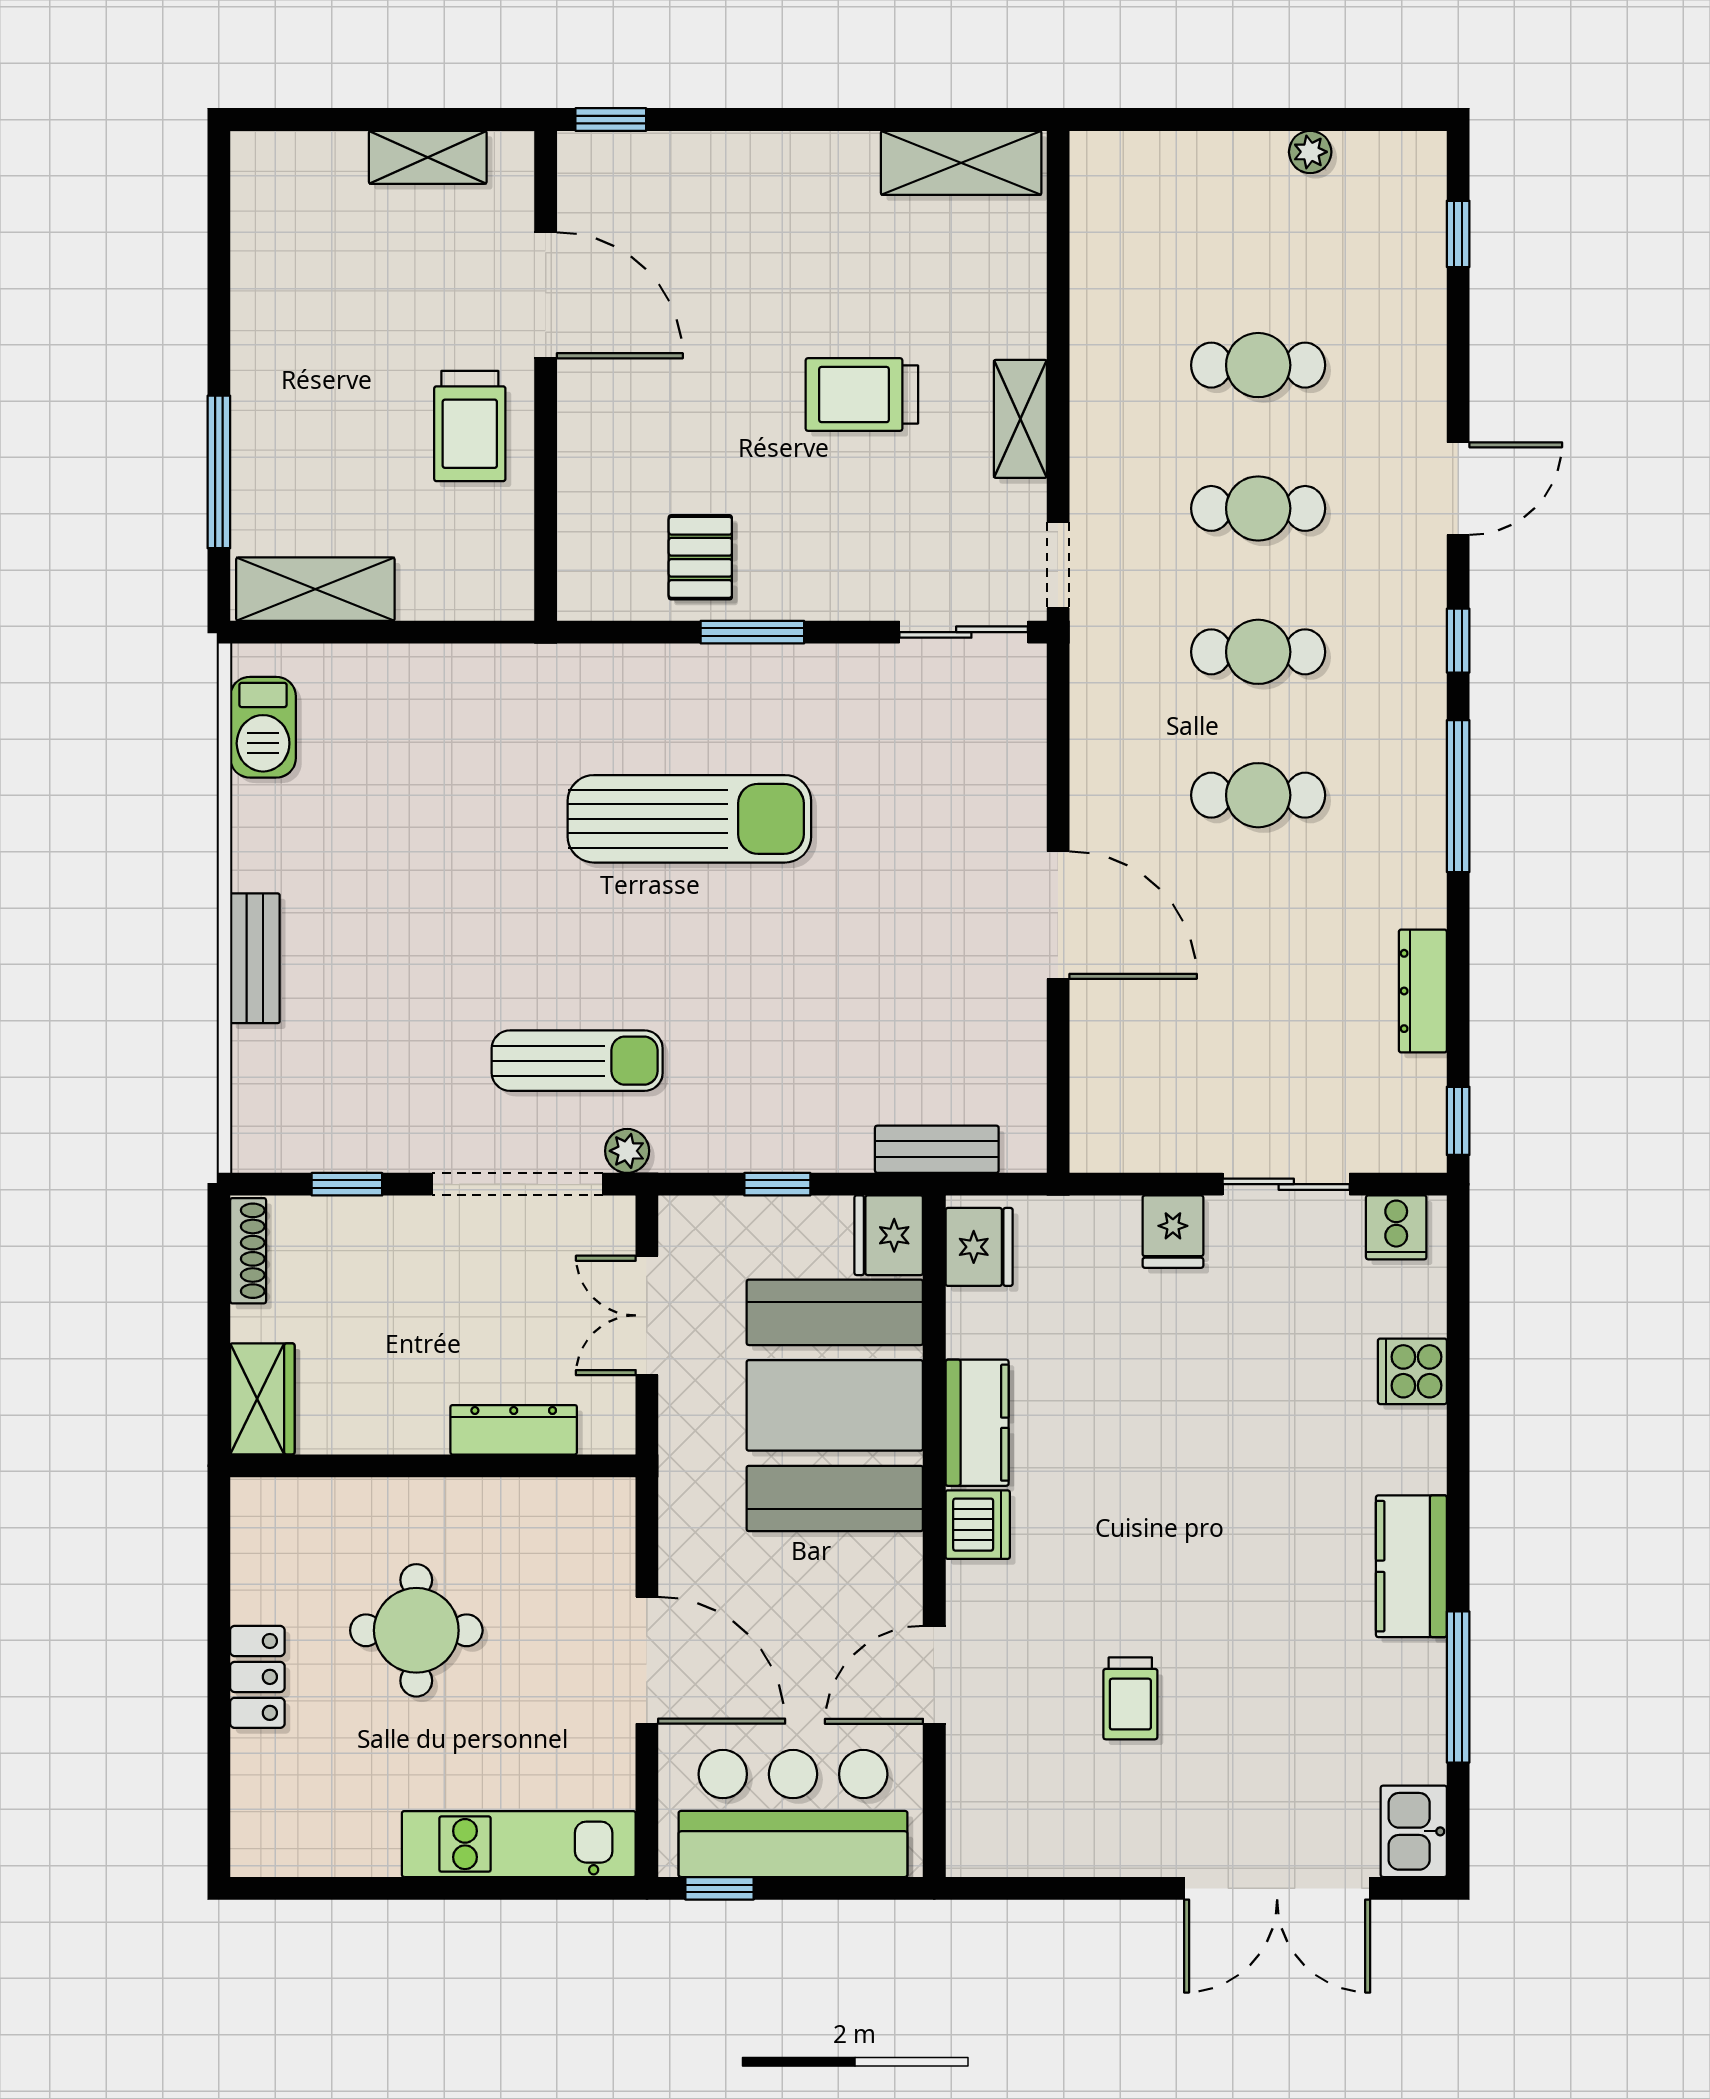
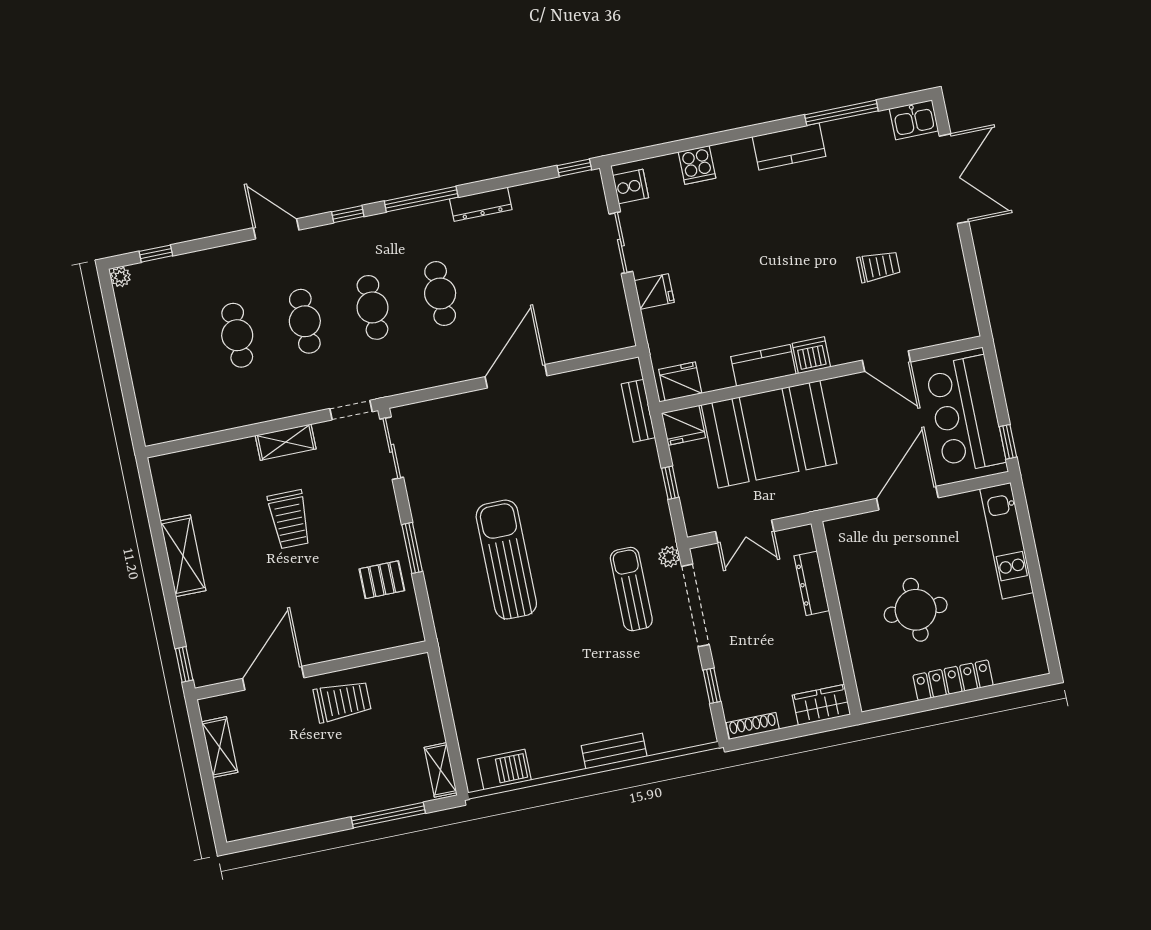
plant: (1310, 152) -> (120, 277), moved
shelving: (961, 163) -> (183, 556), moved
shelving: (315, 589) -> (440, 770), width x0.67, depth x0.75
dresser: (1423, 991) -> (481, 204), moved
locker: (257, 1677) -> (953, 680), width x1.53

